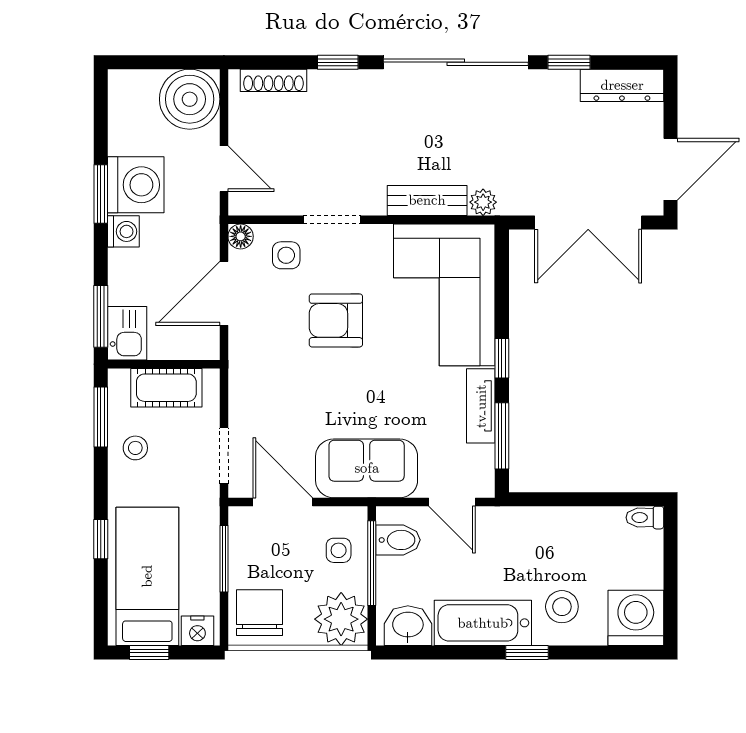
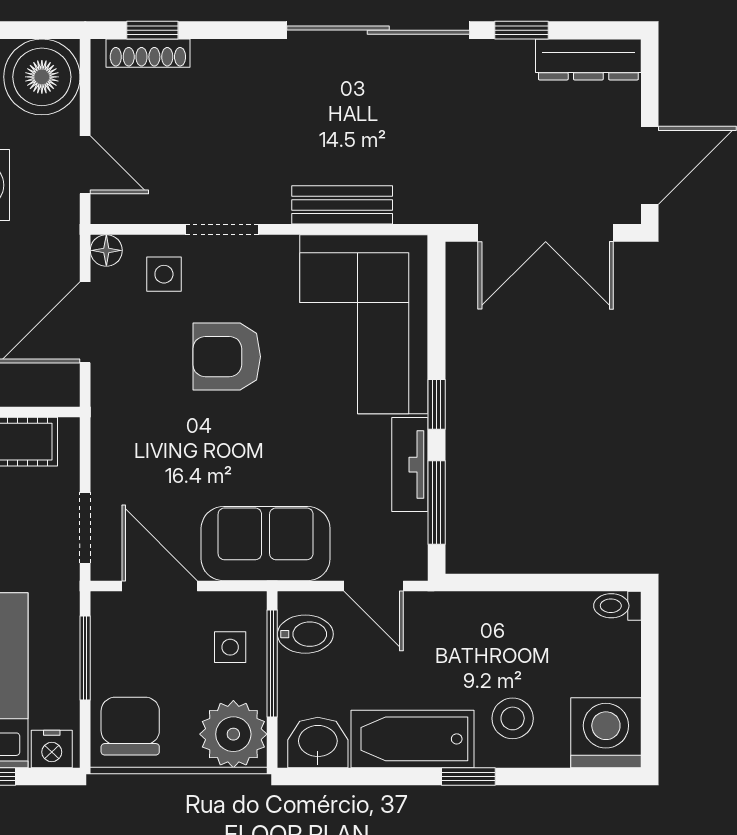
window: (338, 62) -> (152, 30), moved
plant: (483, 202) -> (413, 207), removed

